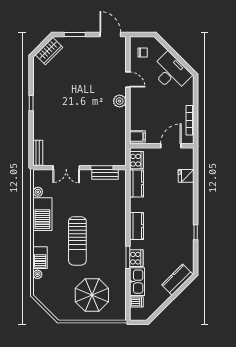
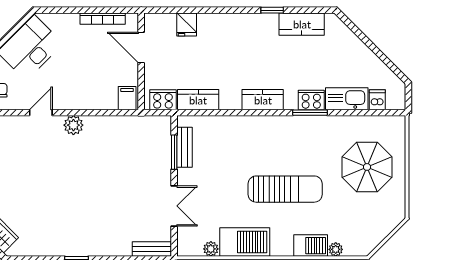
kitchen counter: (177, 280) -> (302, 24), moved, turned -45

